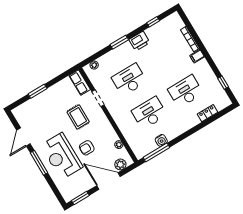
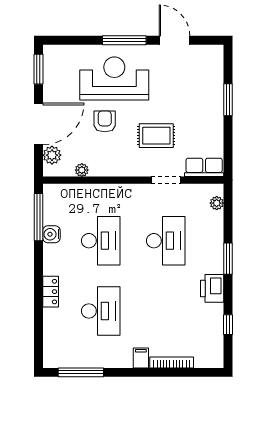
window: (223, 83) -> (81, 372), width x2.17
locker: (208, 113) -> (51, 292), moved

